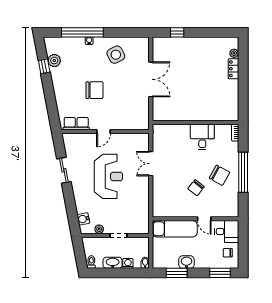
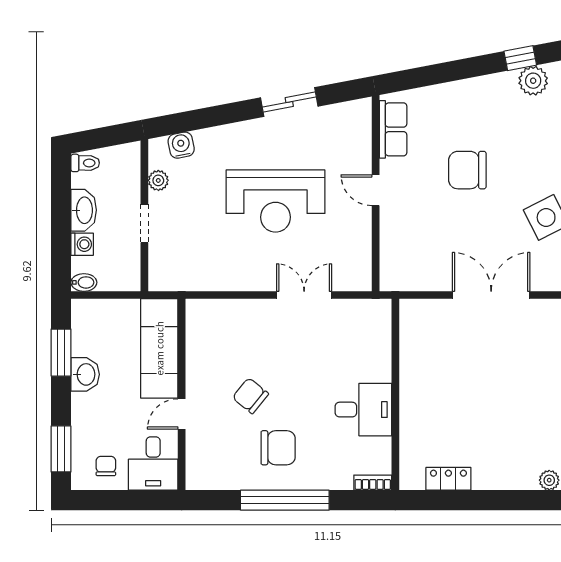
locker: (233, 69) -> (448, 479), moved
double door: (151, 79) -> (491, 295), swing flipped
chair: (95, 90) -> (467, 170), turned 90
chair: (219, 175) -> (278, 448), turned -119

